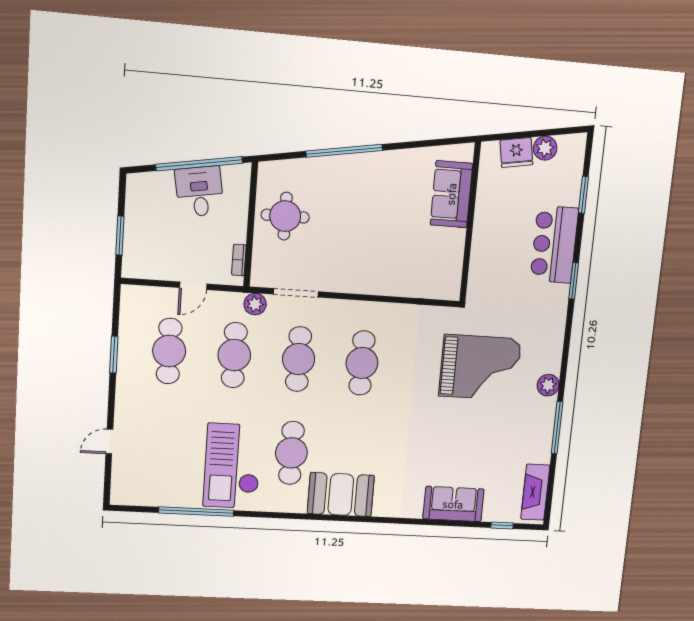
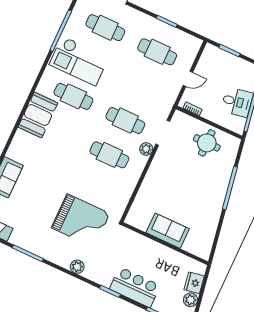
sofa: (451, 194) -> (168, 231), moved
door: (193, 286) -> (188, 79), swing flipped
plant: (255, 304) -> (146, 149), moved
cafe table: (234, 355) -> (105, 28), moved
grand piano: (480, 367) -> (81, 221), turned -90
plant: (548, 385) -> (77, 267), moved
checkout: (232, 466) -> (79, 61), turned 180

